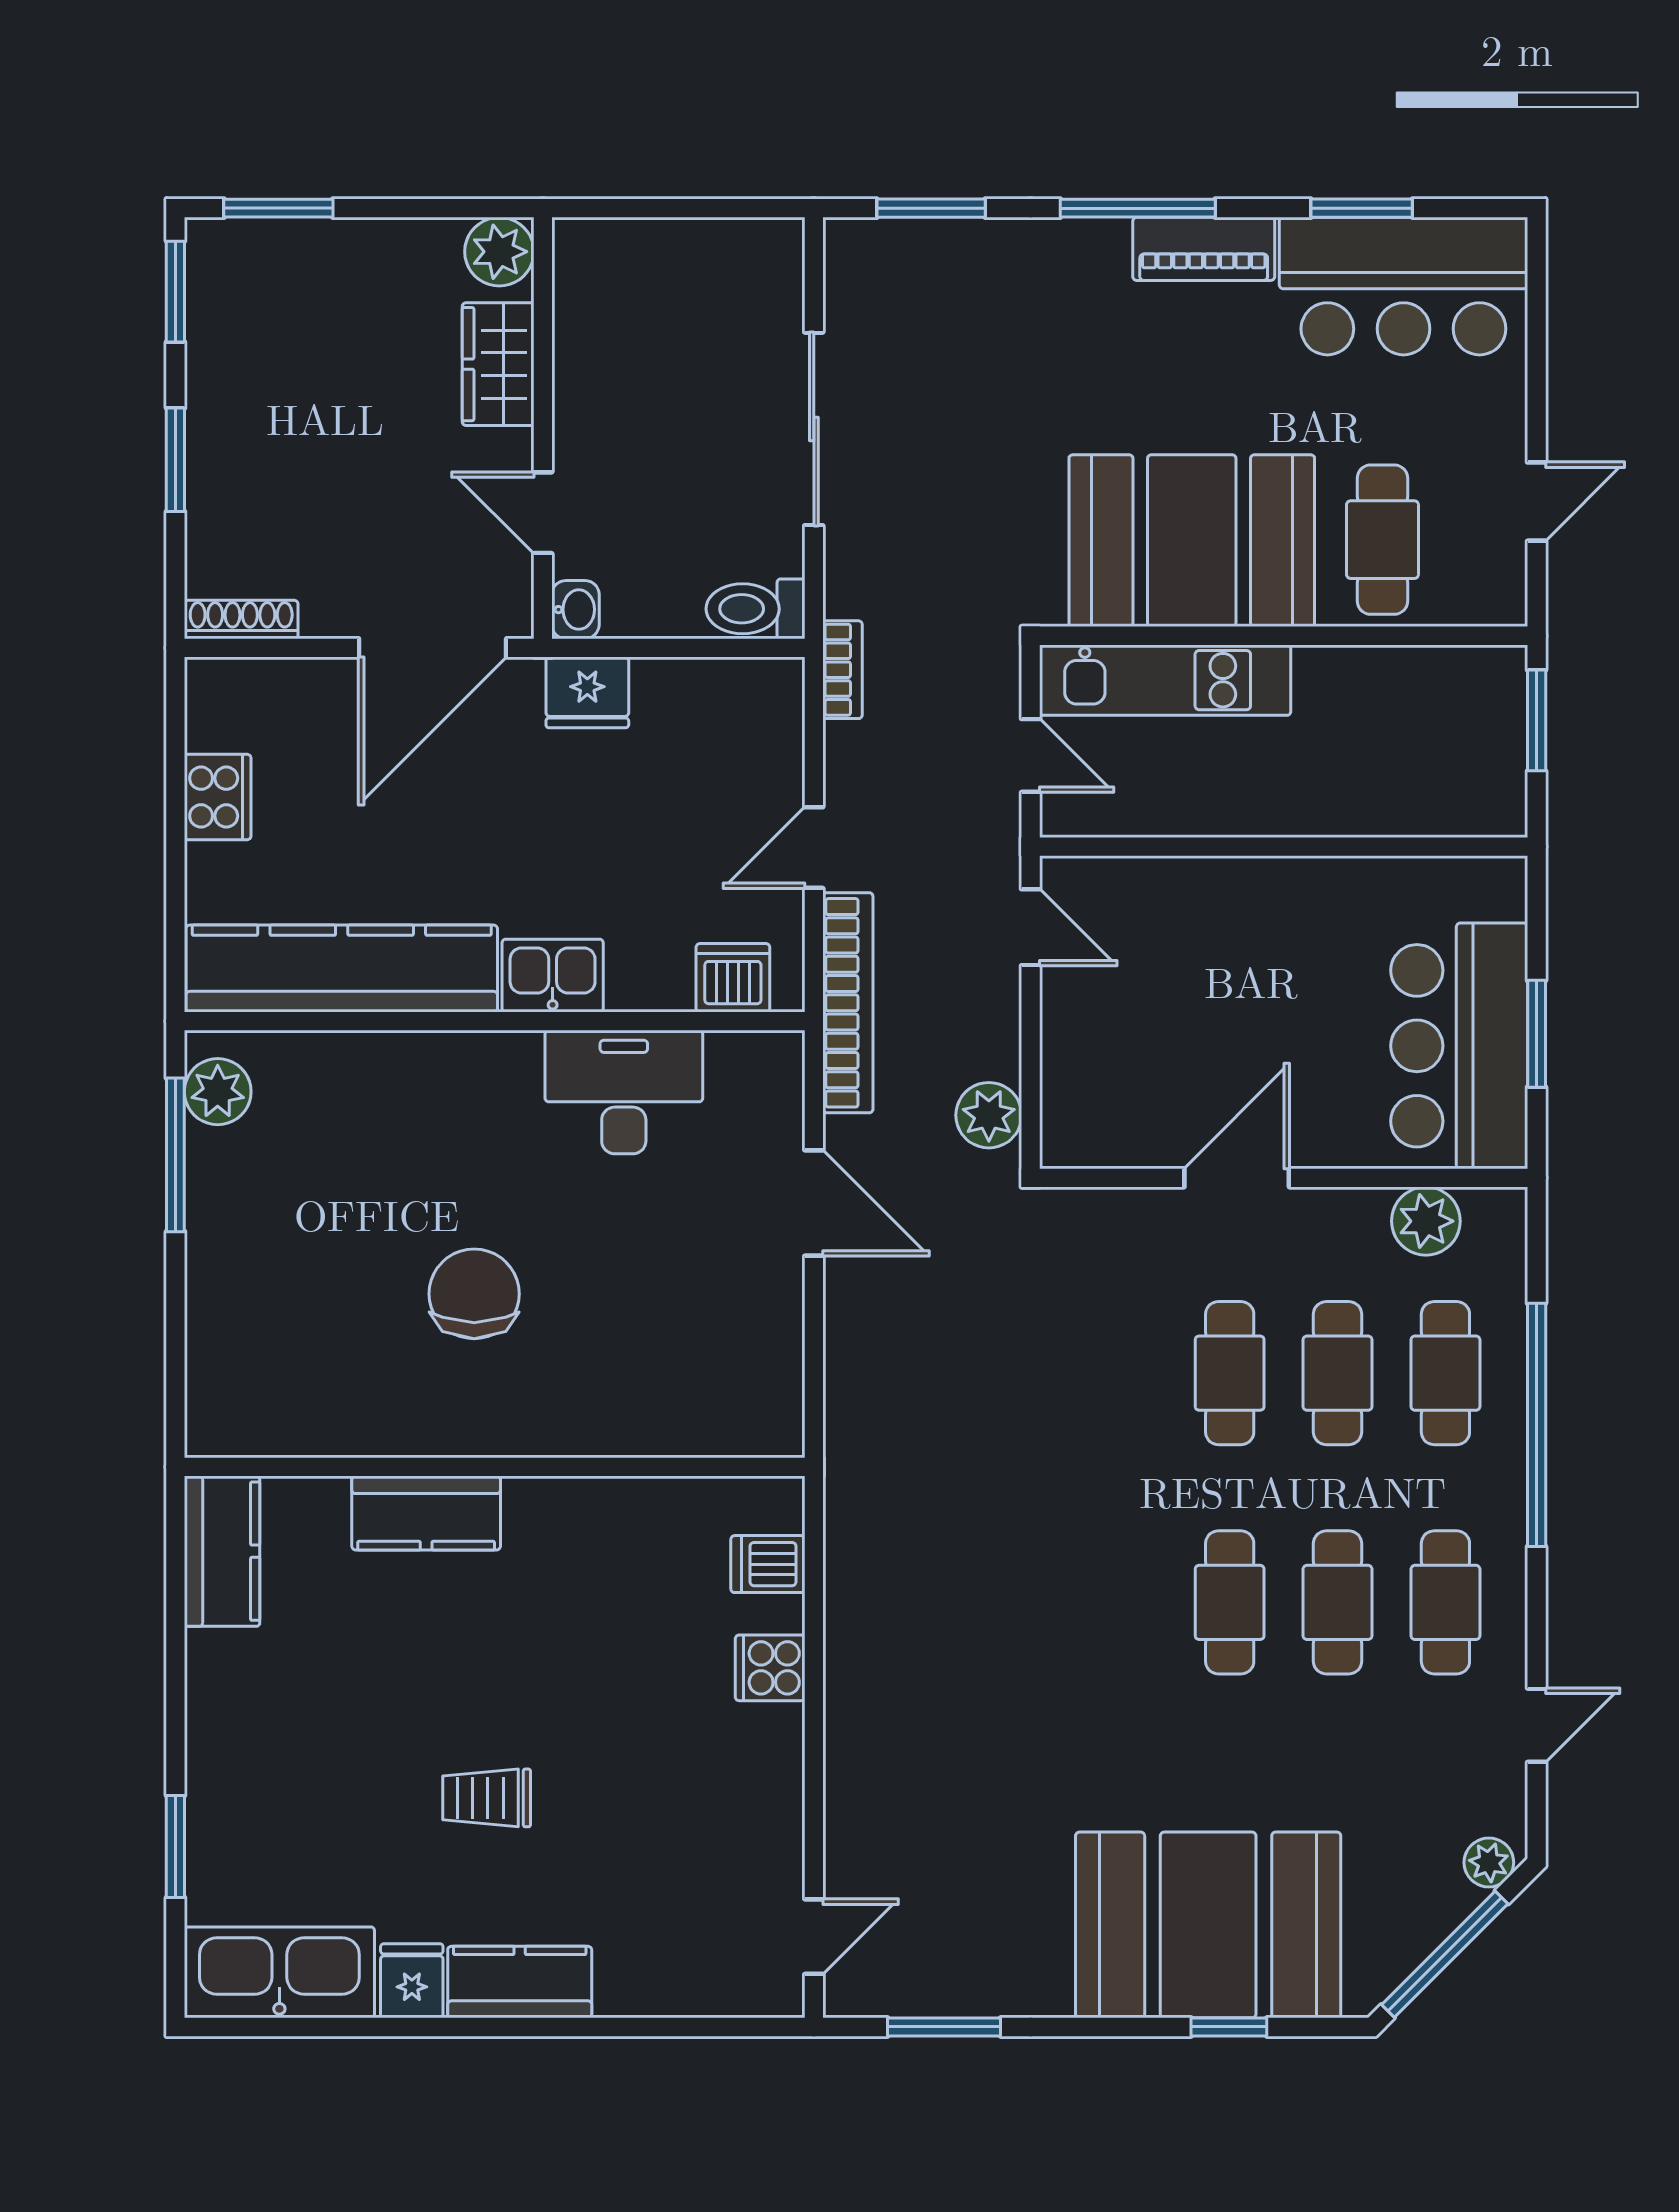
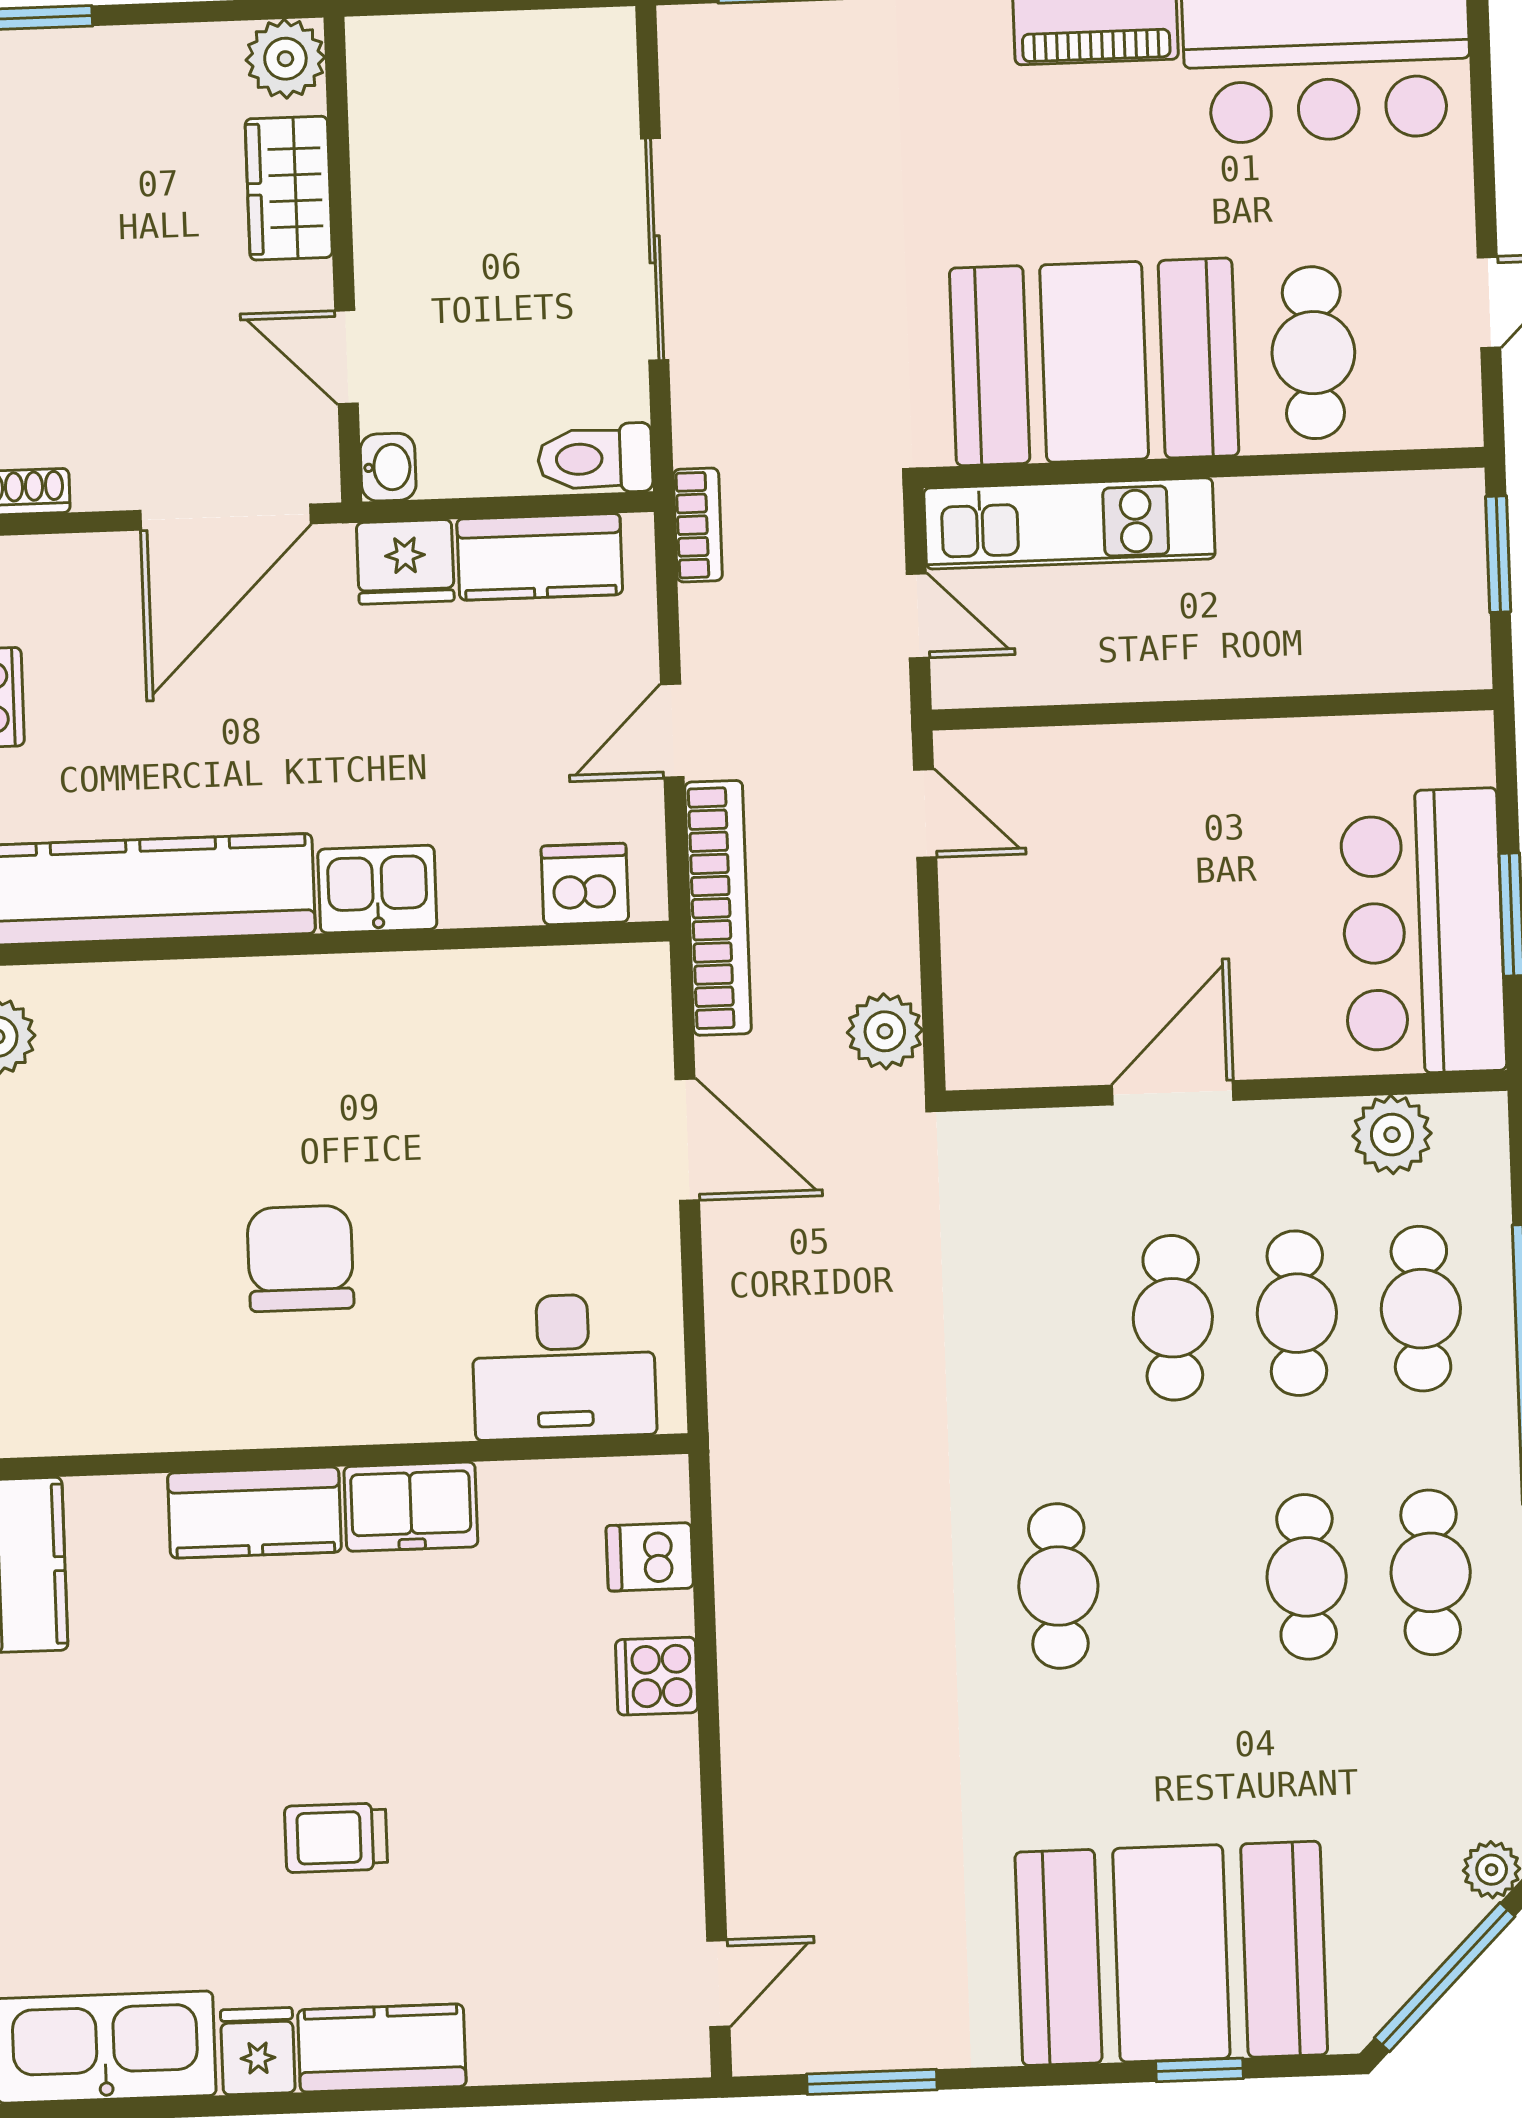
kitchen counter: (704, 692) -> (540, 557), added
desk: (624, 1092) -> (564, 1366), moved, turned 180
freezer: (562, 1513) -> (411, 1507), added
cafe table: (1230, 1602) -> (1058, 1586), moved

